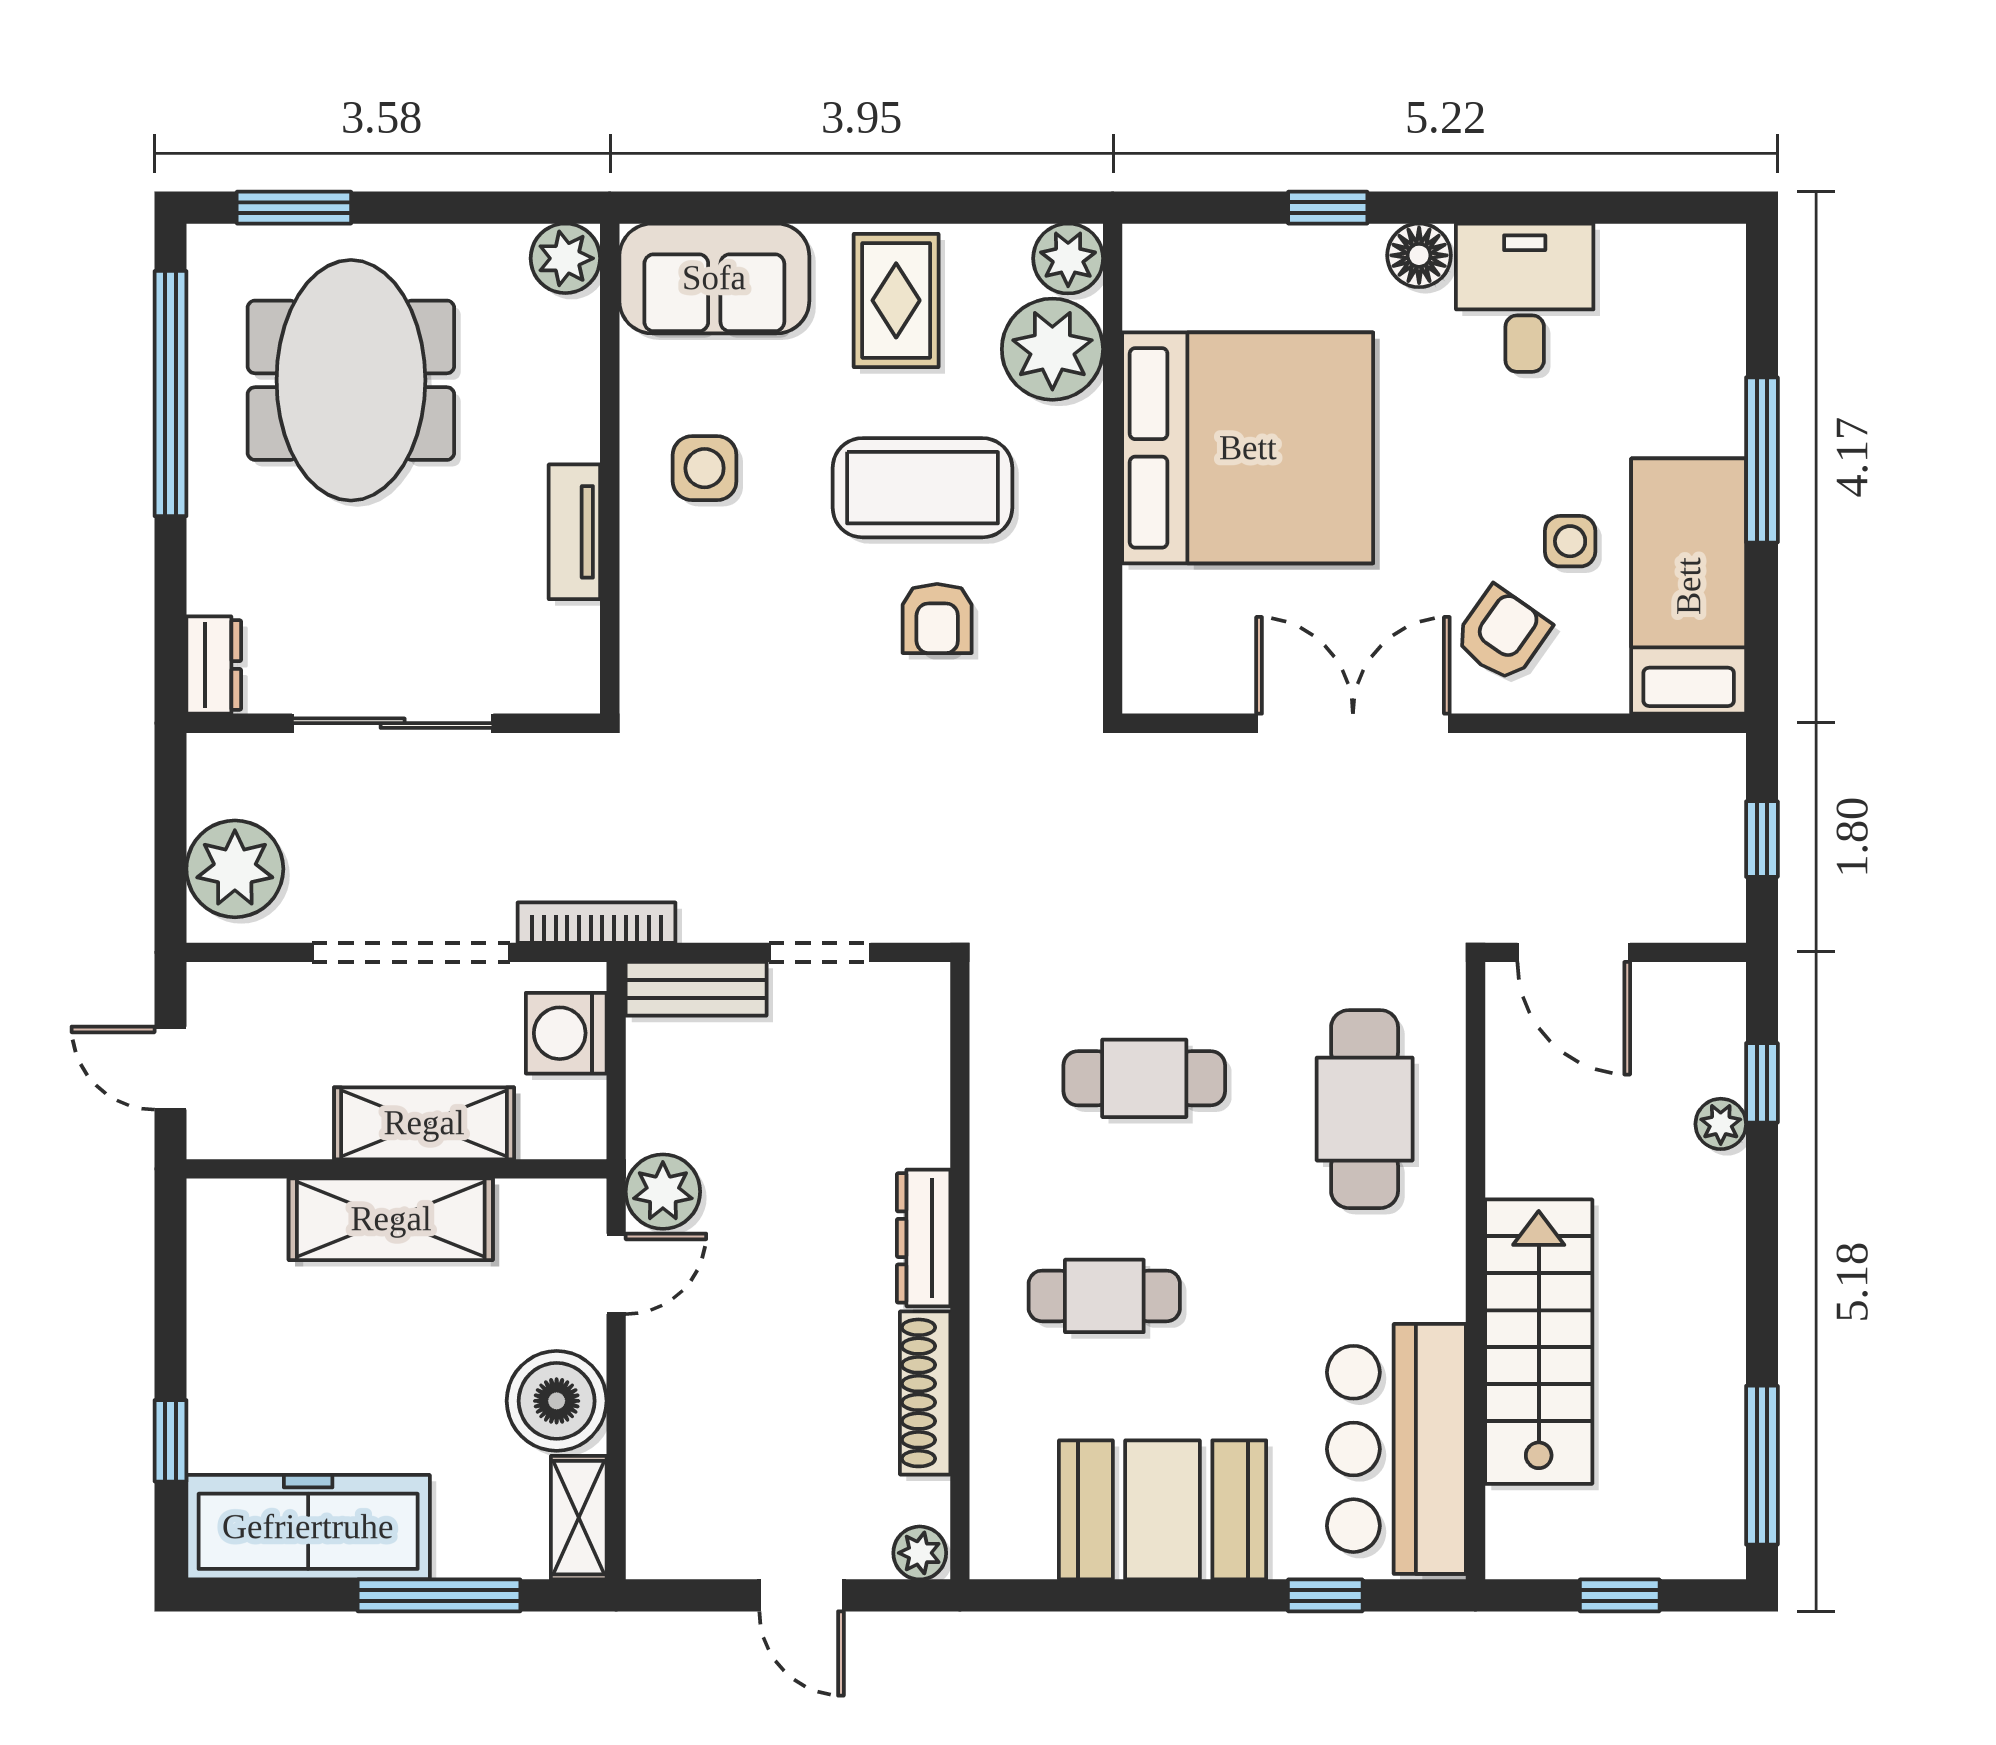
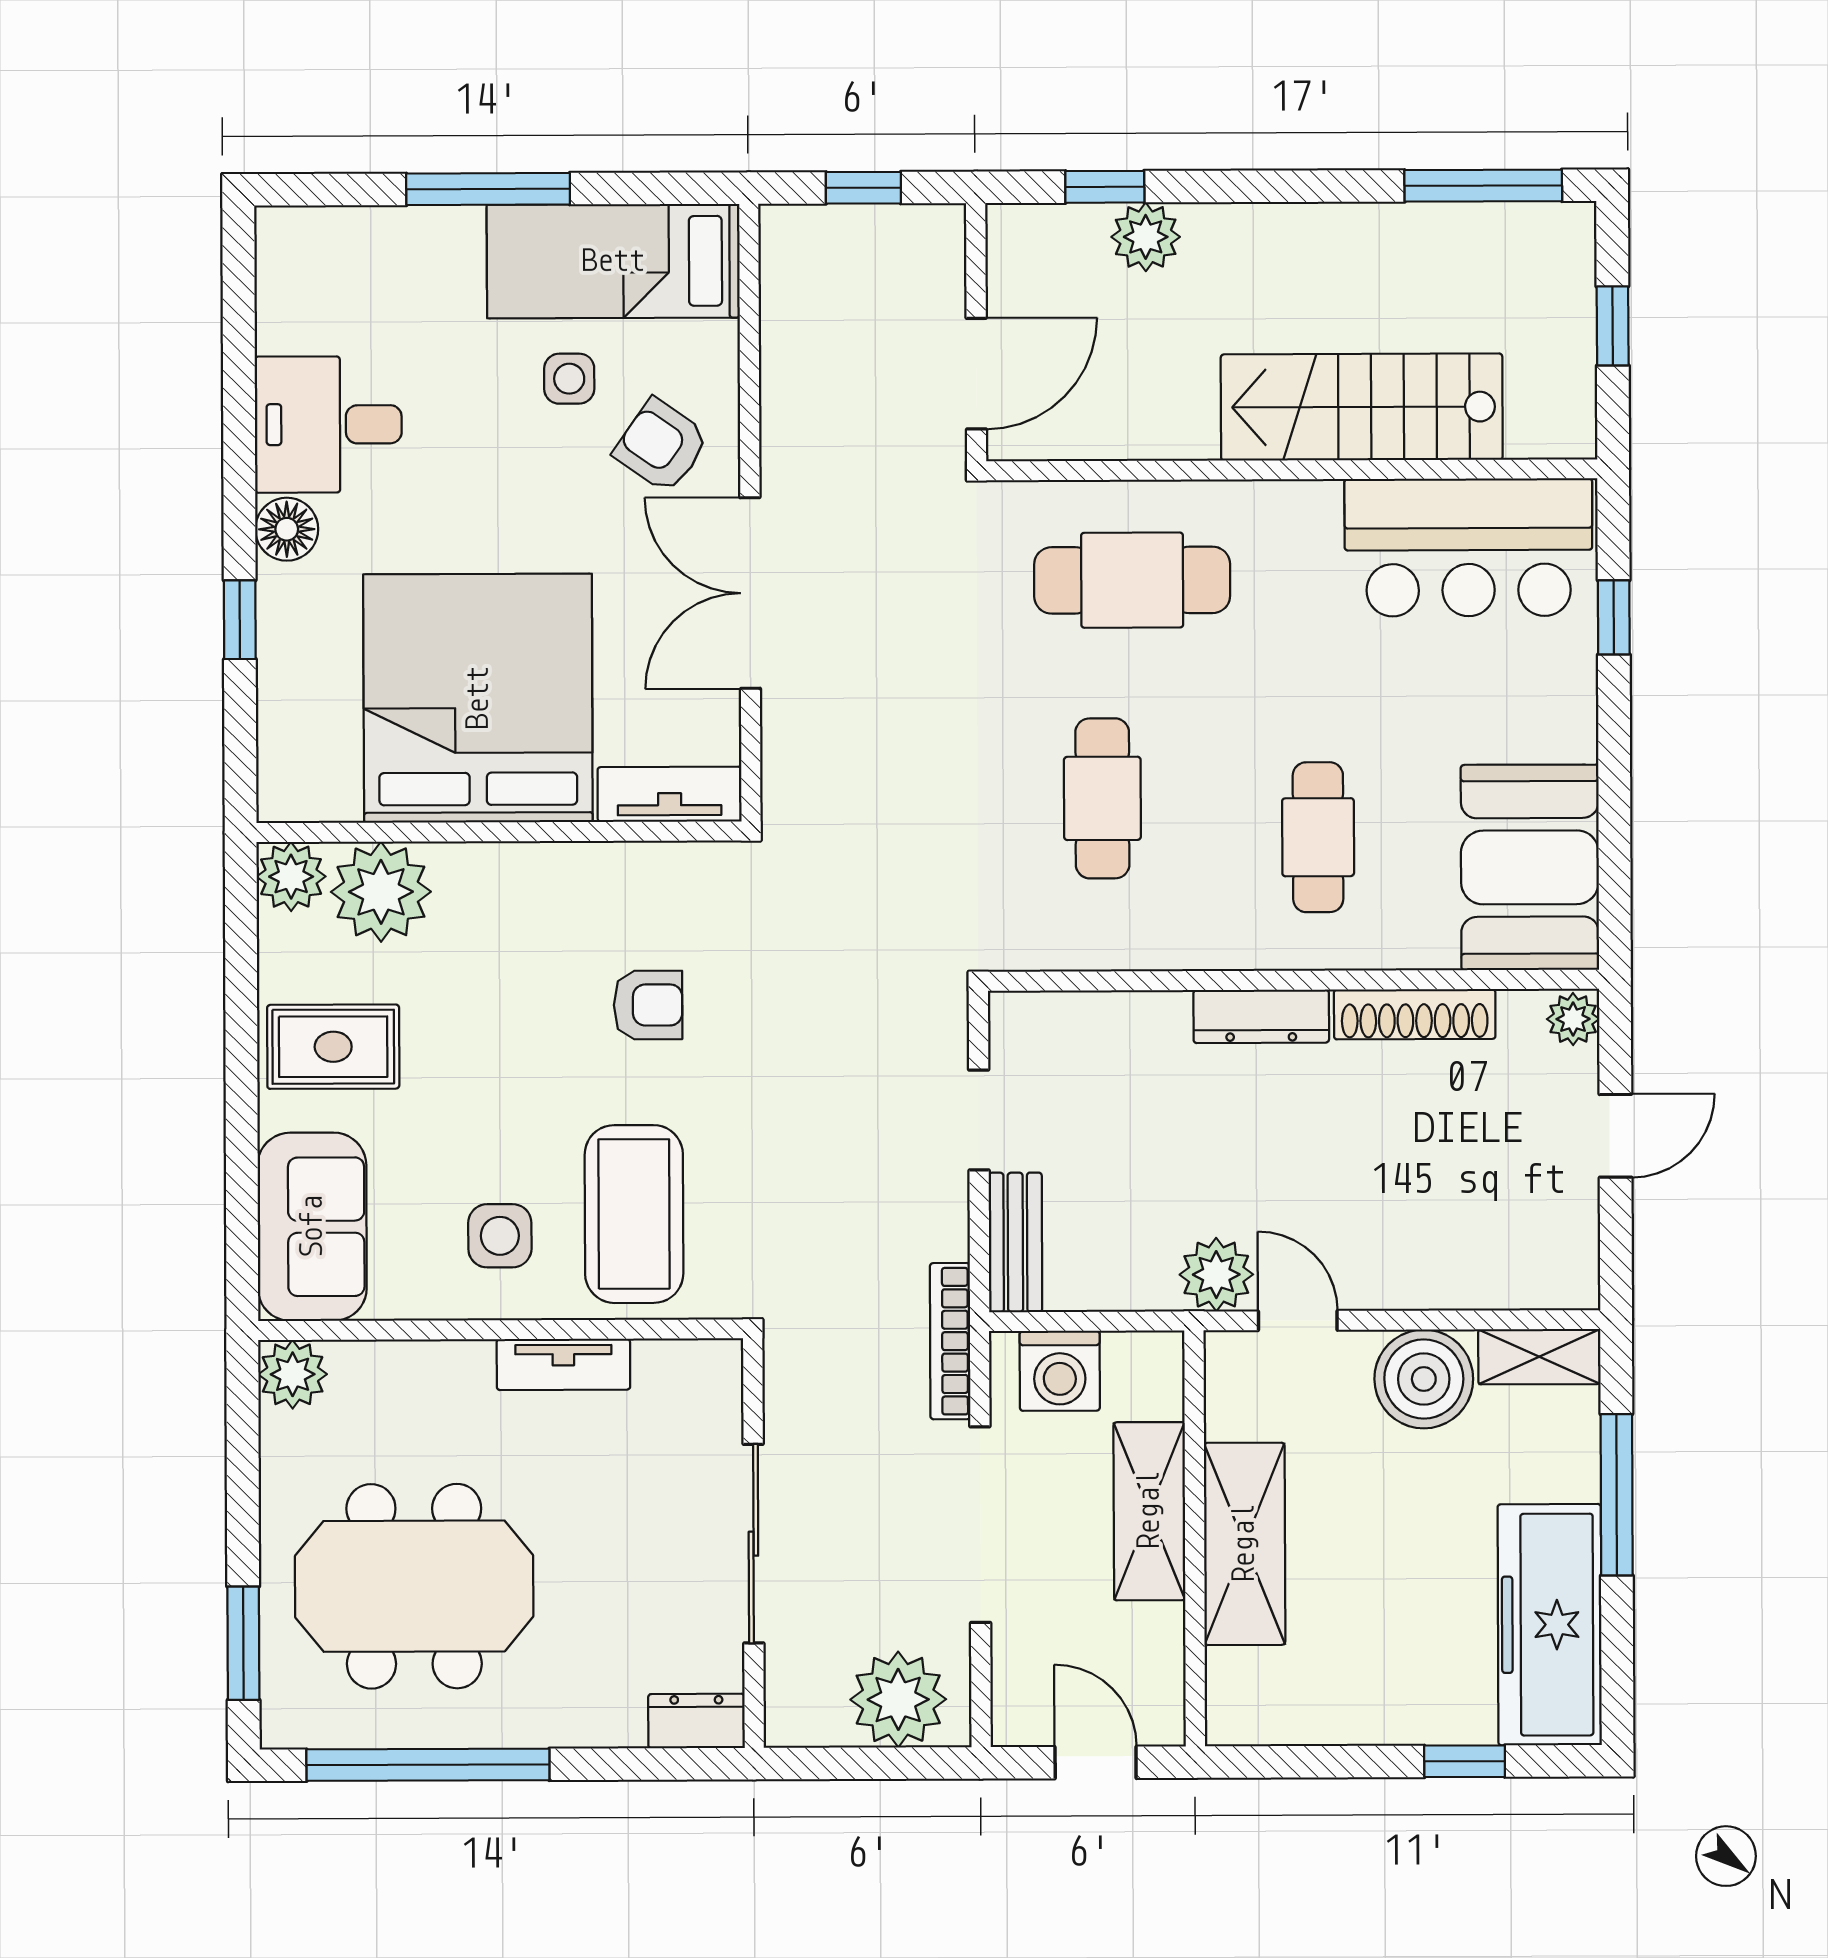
coffee table: (922, 488) -> (634, 1214), moved
tv unit: (1150, 641) -> (670, 794), added
door: (170, 1068) -> (1096, 1762), swing flipped
plant: (1721, 1124) -> (1146, 237), width x1.38, depth x1.38
booth: (1163, 1510) -> (1530, 867), moved

